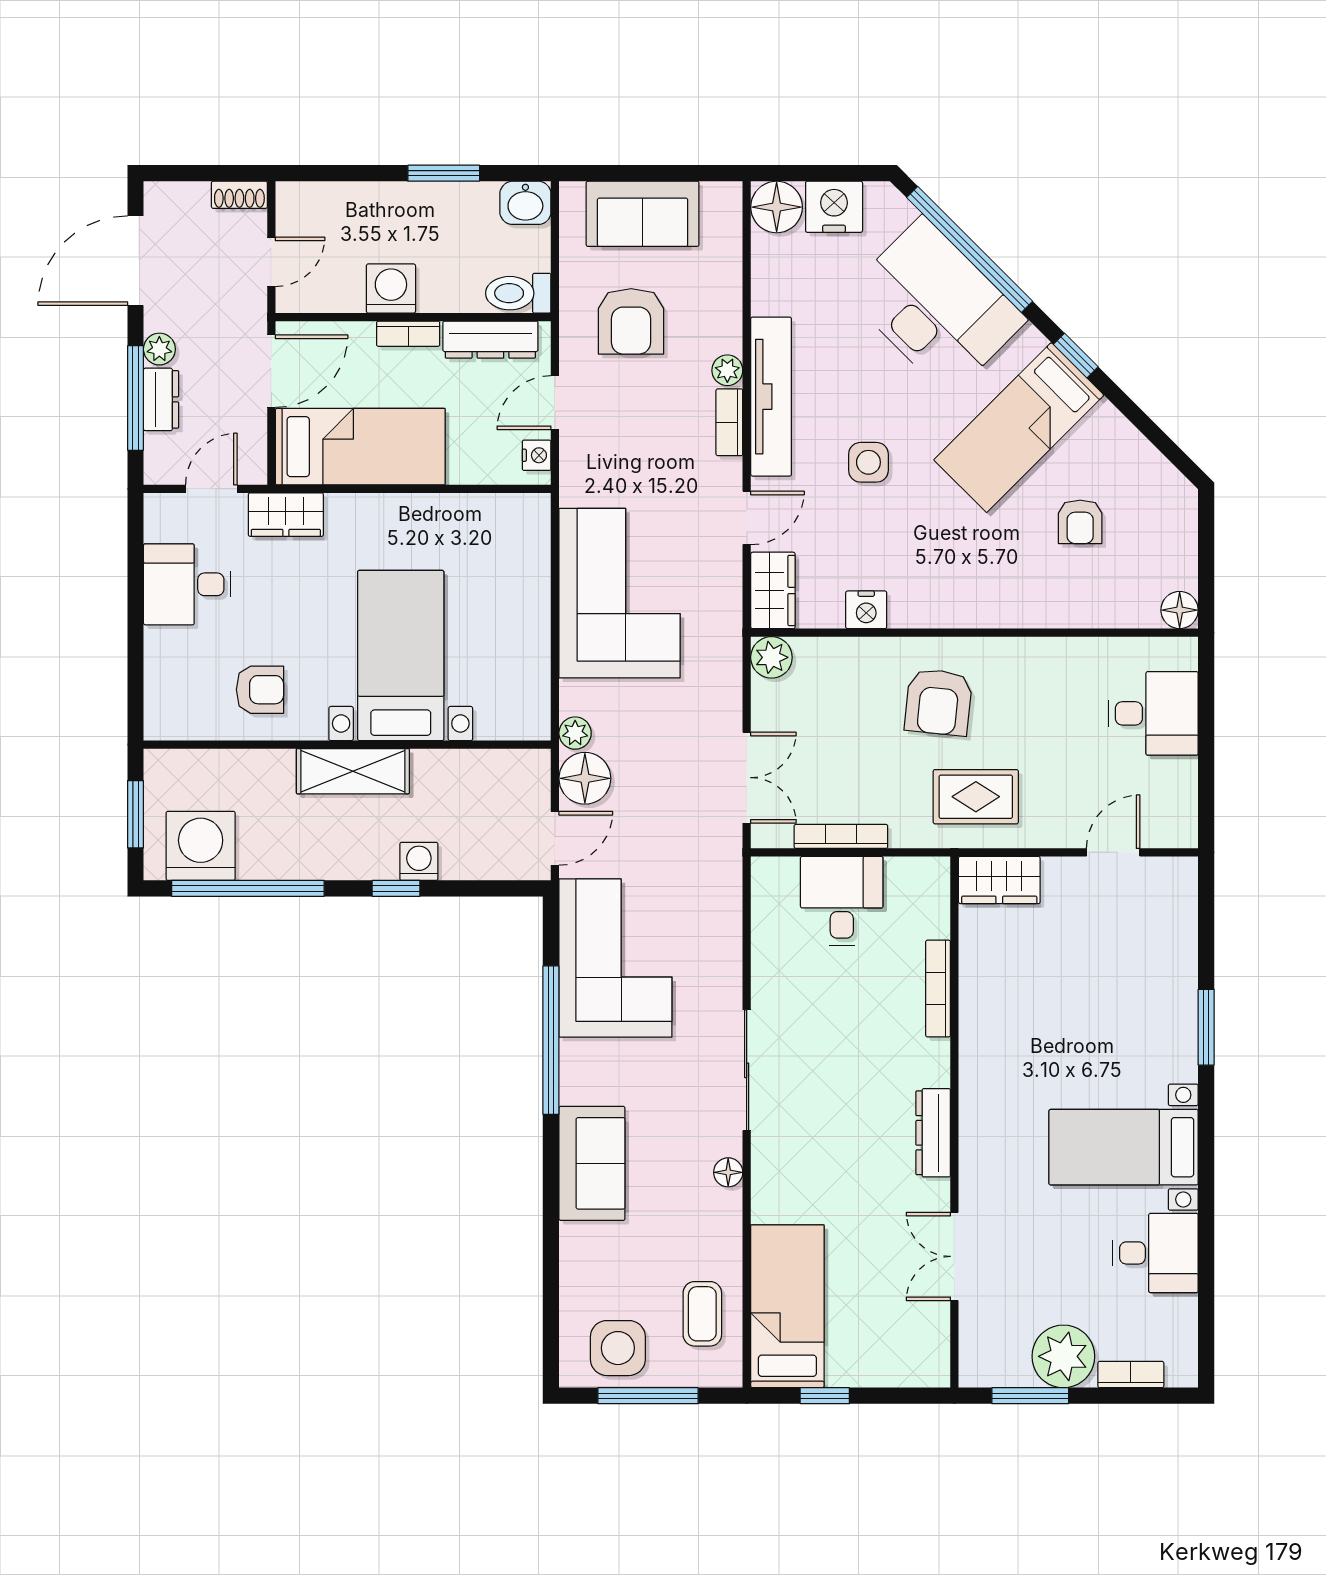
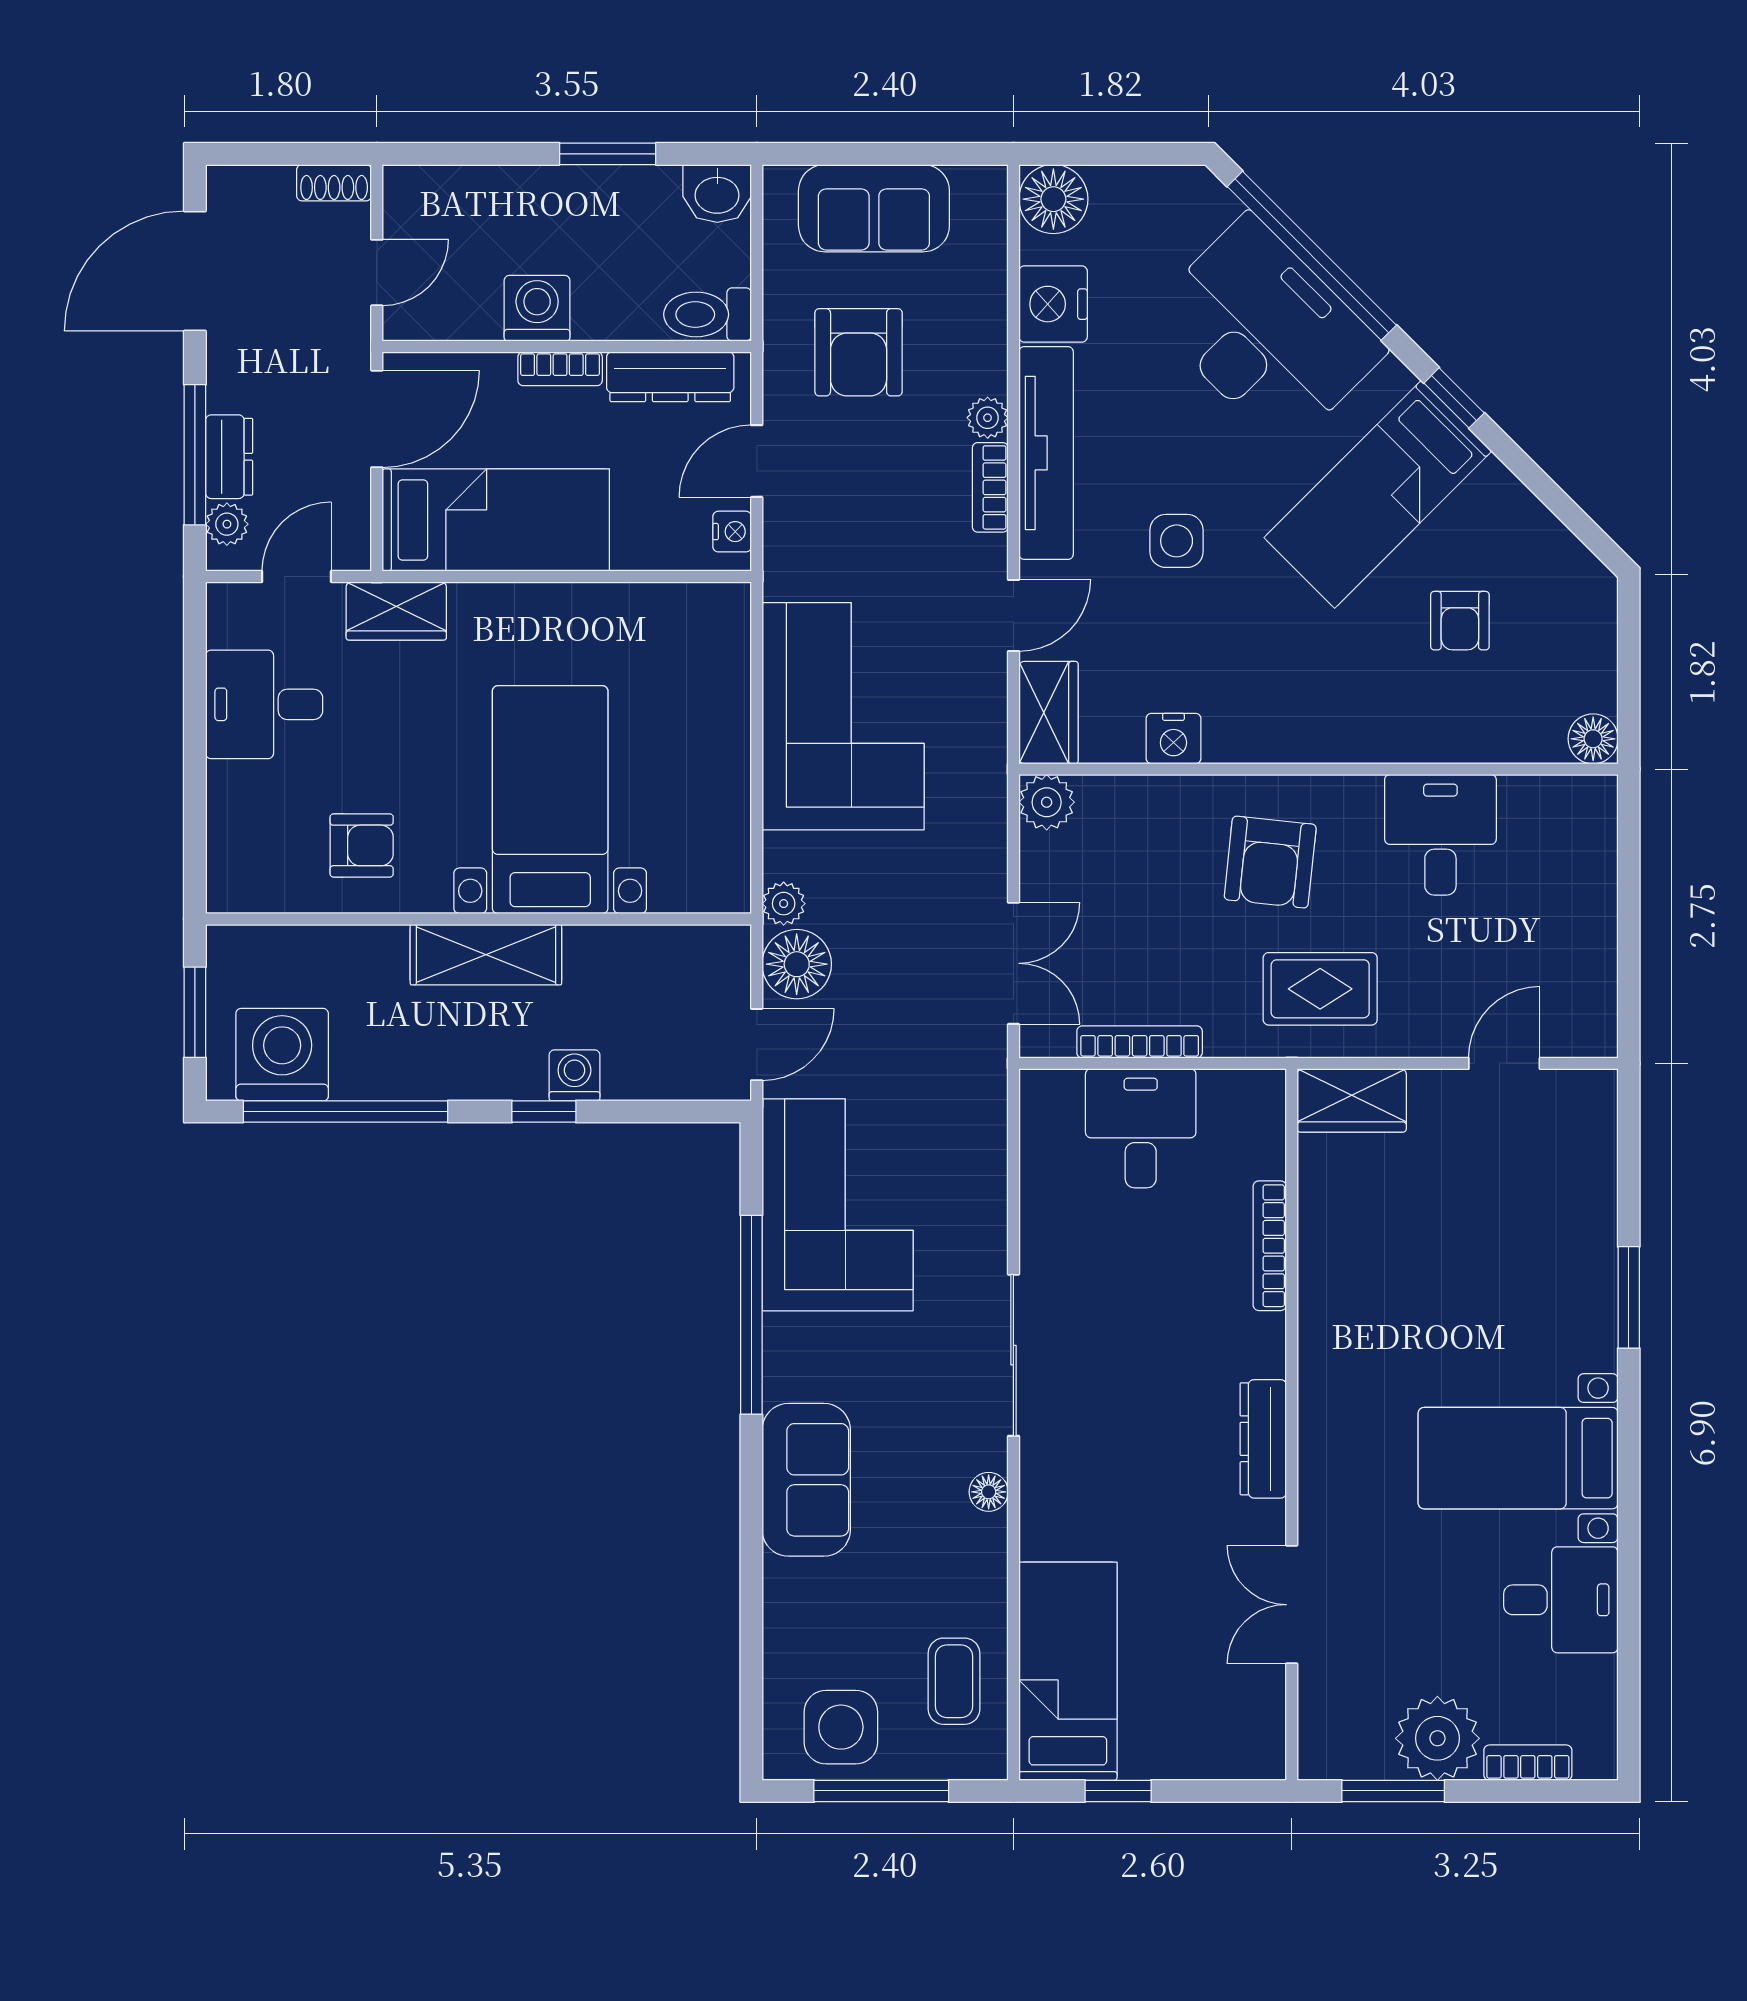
nightstand: (834, 207) -> (1053, 304), moved, turned -90
plant: (159, 349) -> (227, 524), moved
desk: (1153, 713) -> (1440, 835), moved, turned -90

